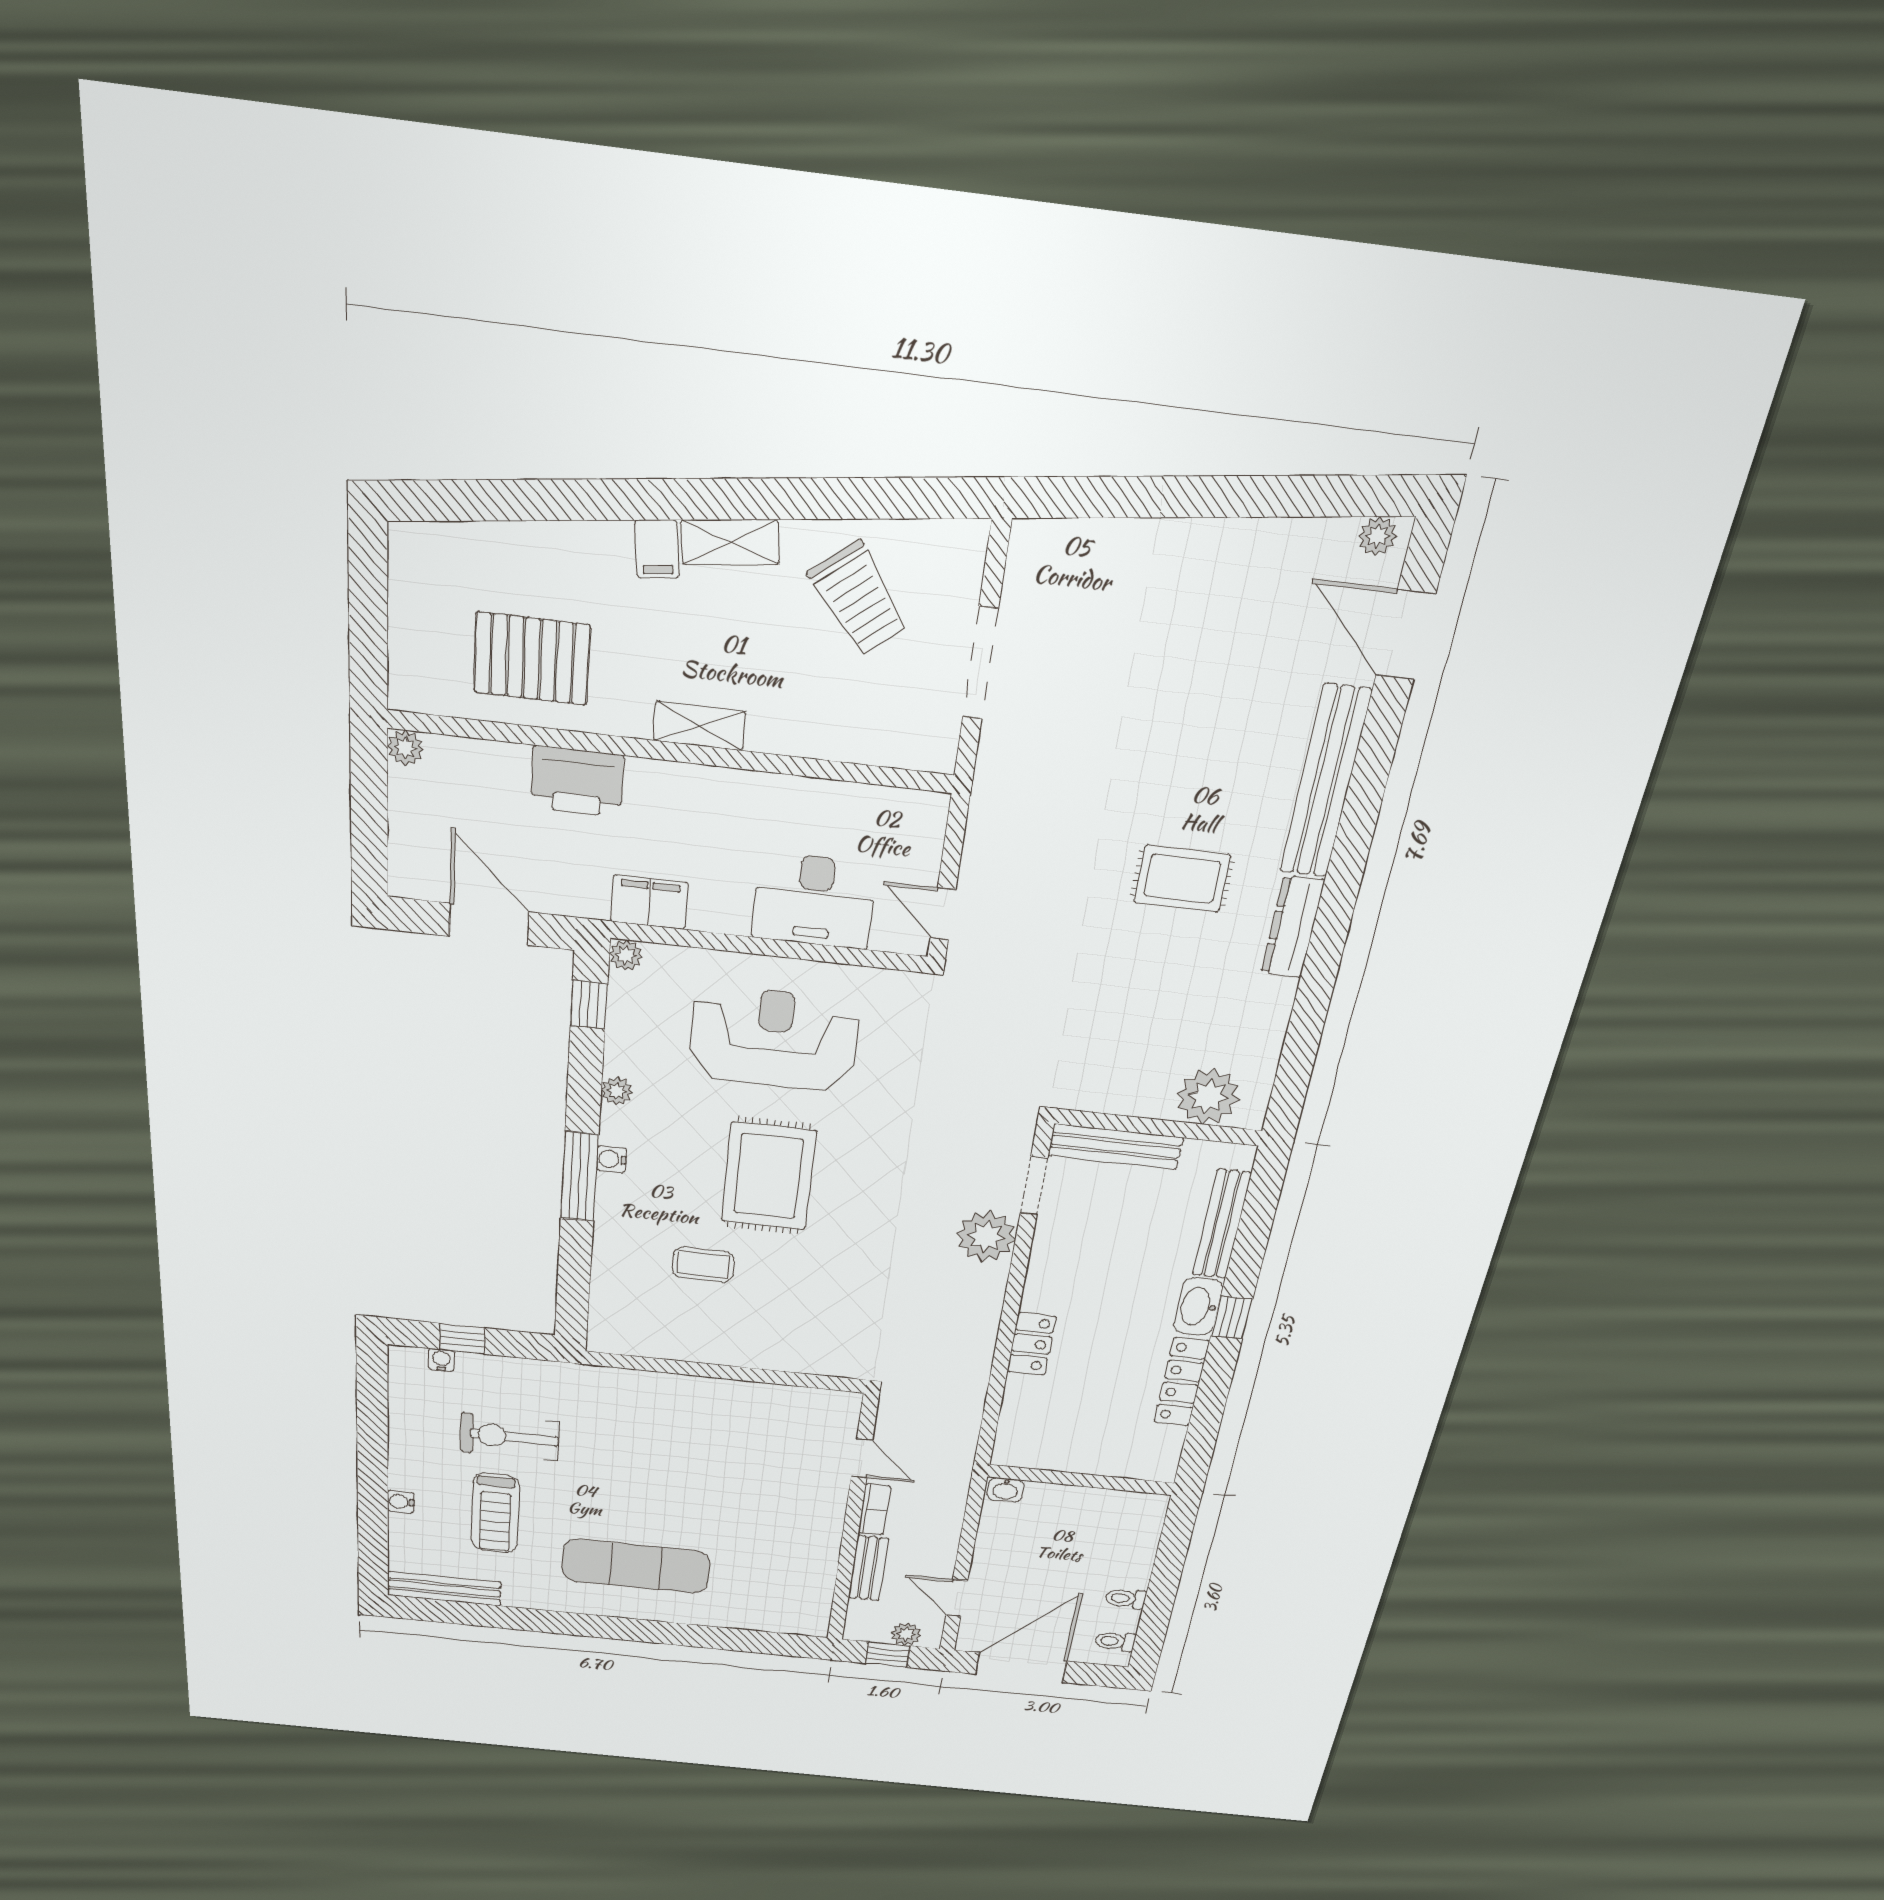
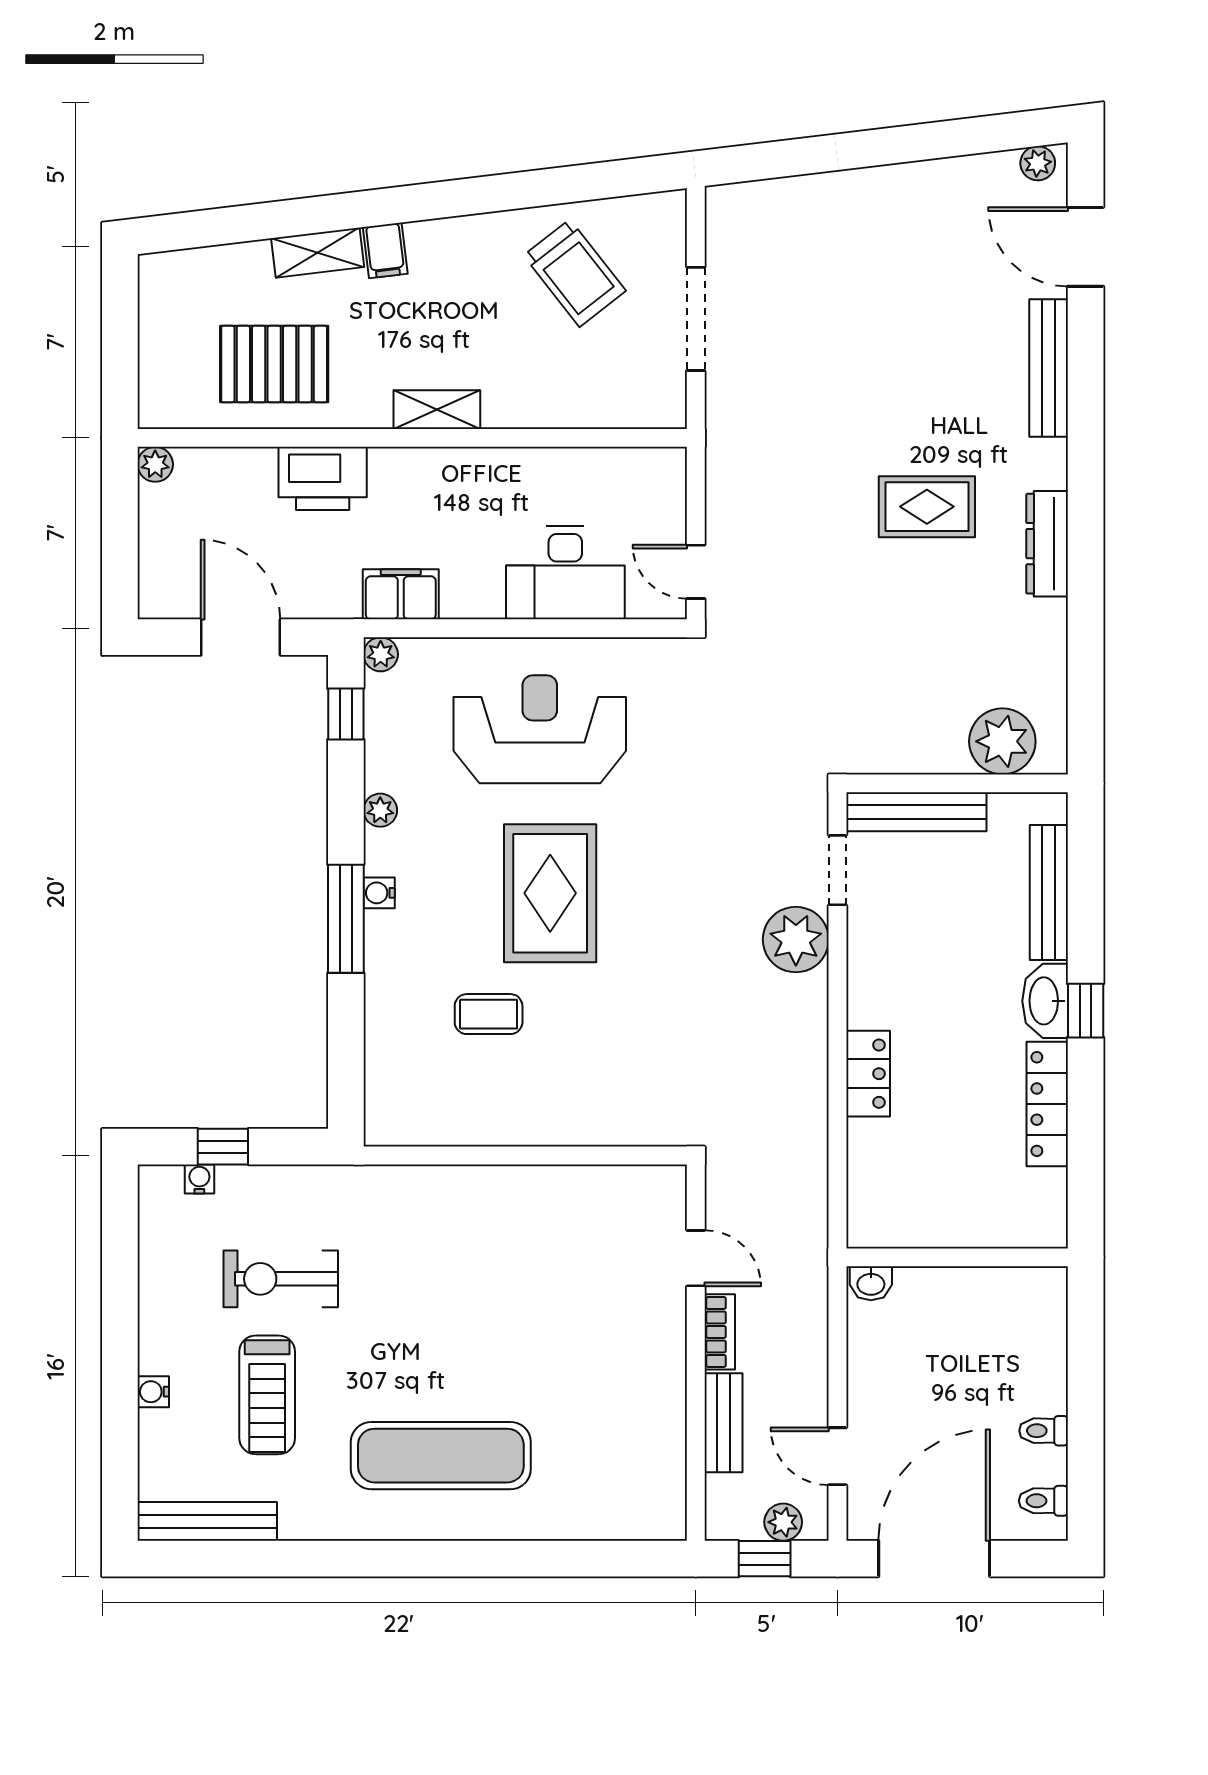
shelving: (730, 542) -> (318, 253), moved
bench: (1325, 782) -> (1049, 368), width x0.73, depth x0.82

